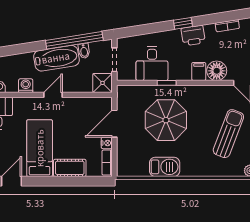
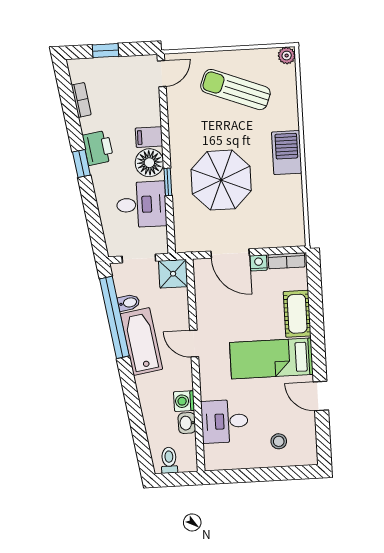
floor lamp: (217, 71) -> (149, 163), moved
washing machine: (26, 86) -> (184, 401), moved
barbecue: (165, 167) -> (287, 153), moved

